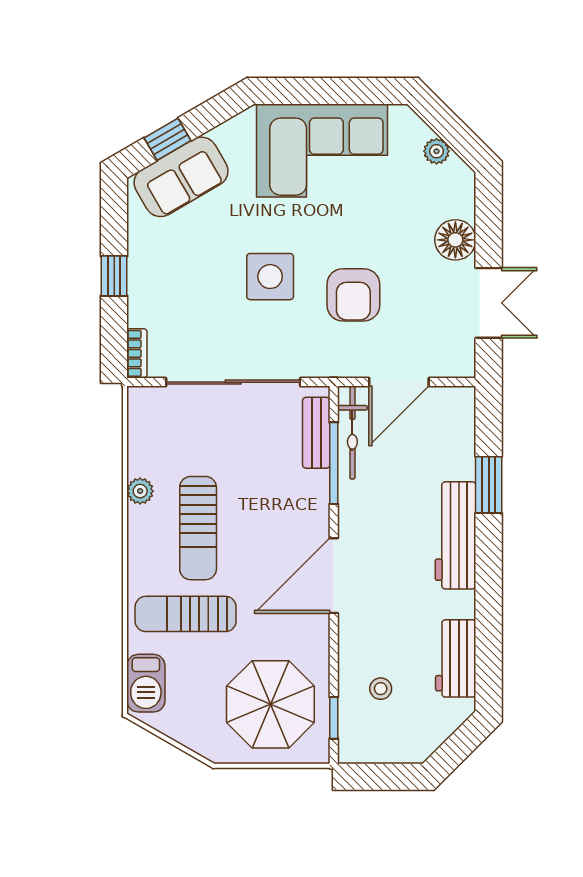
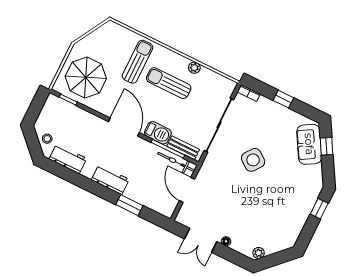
window: (303, 91) -> (319, 209), added
corner sofa: (322, 151) -> (292, 205), removed
plant: (437, 151) -> (259, 253), moved
floor lamp: (455, 240) -> (226, 241), width x0.53, depth x0.53
side table: (270, 277) -> (253, 160), turned 37
armchair: (353, 295) -> (230, 189), removed
workbench: (456, 535) -> (110, 180), width x0.73
barbecue: (146, 683) -> (158, 133), moved, turned 180
stool: (381, 689) -> (47, 139), moved

